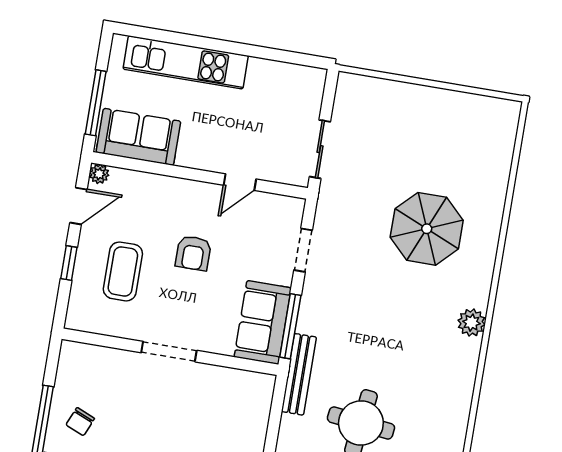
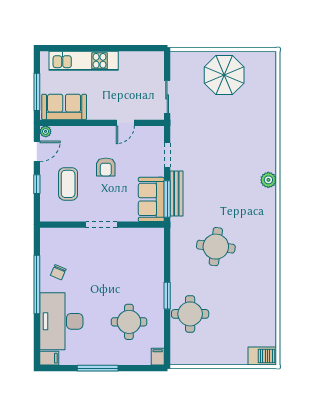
parasol: (427, 229) -> (224, 75), moved
bench: (299, 374) -> (176, 194), moved

